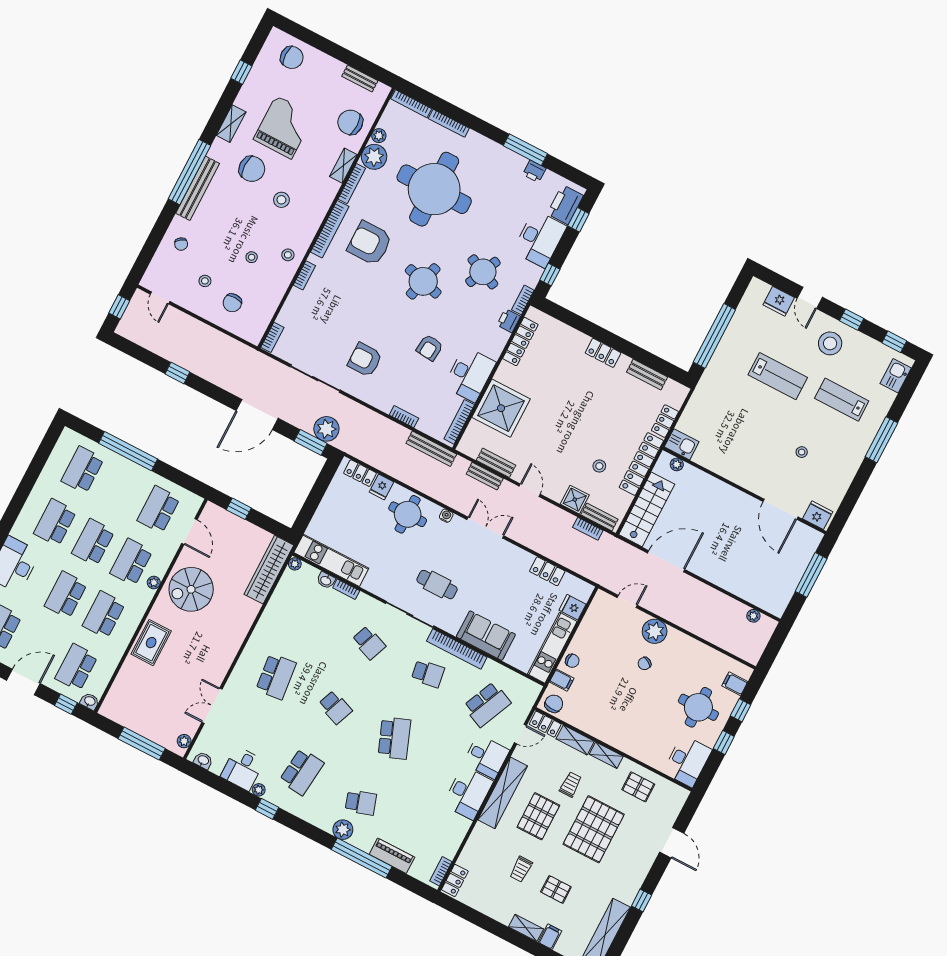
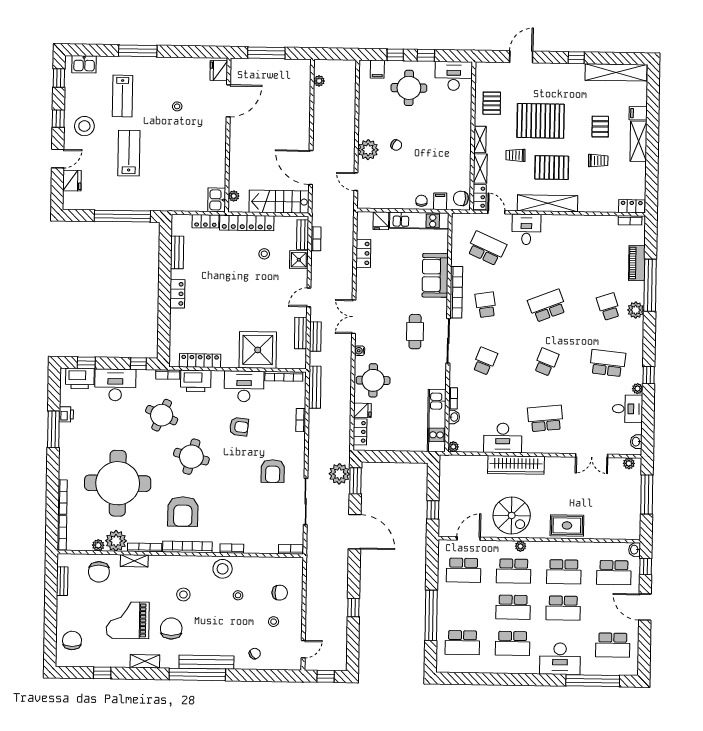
stool: (288, 255) -> (223, 569), width x1.89, depth x1.89
printer: (509, 321) -> (196, 381), width x1.87, depth x1.48
wardrobe: (269, 570) -> (516, 465), moved
desk: (468, 793) -> (503, 438), moved, turned 180
shelving: (526, 928) -> (639, 141), width x1.50, depth x1.33

